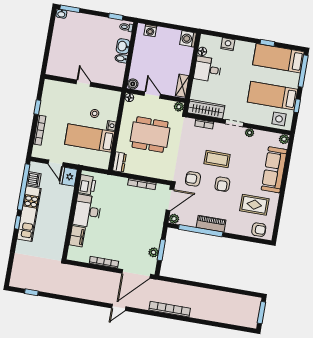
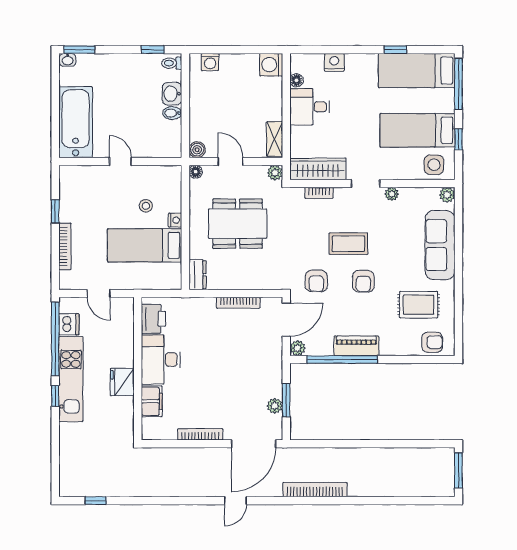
bathtub: (60, 54) -> (76, 122), added
fridge: (68, 177) -> (122, 382), moved
armchair: (193, 179) -> (316, 281), turned -90

